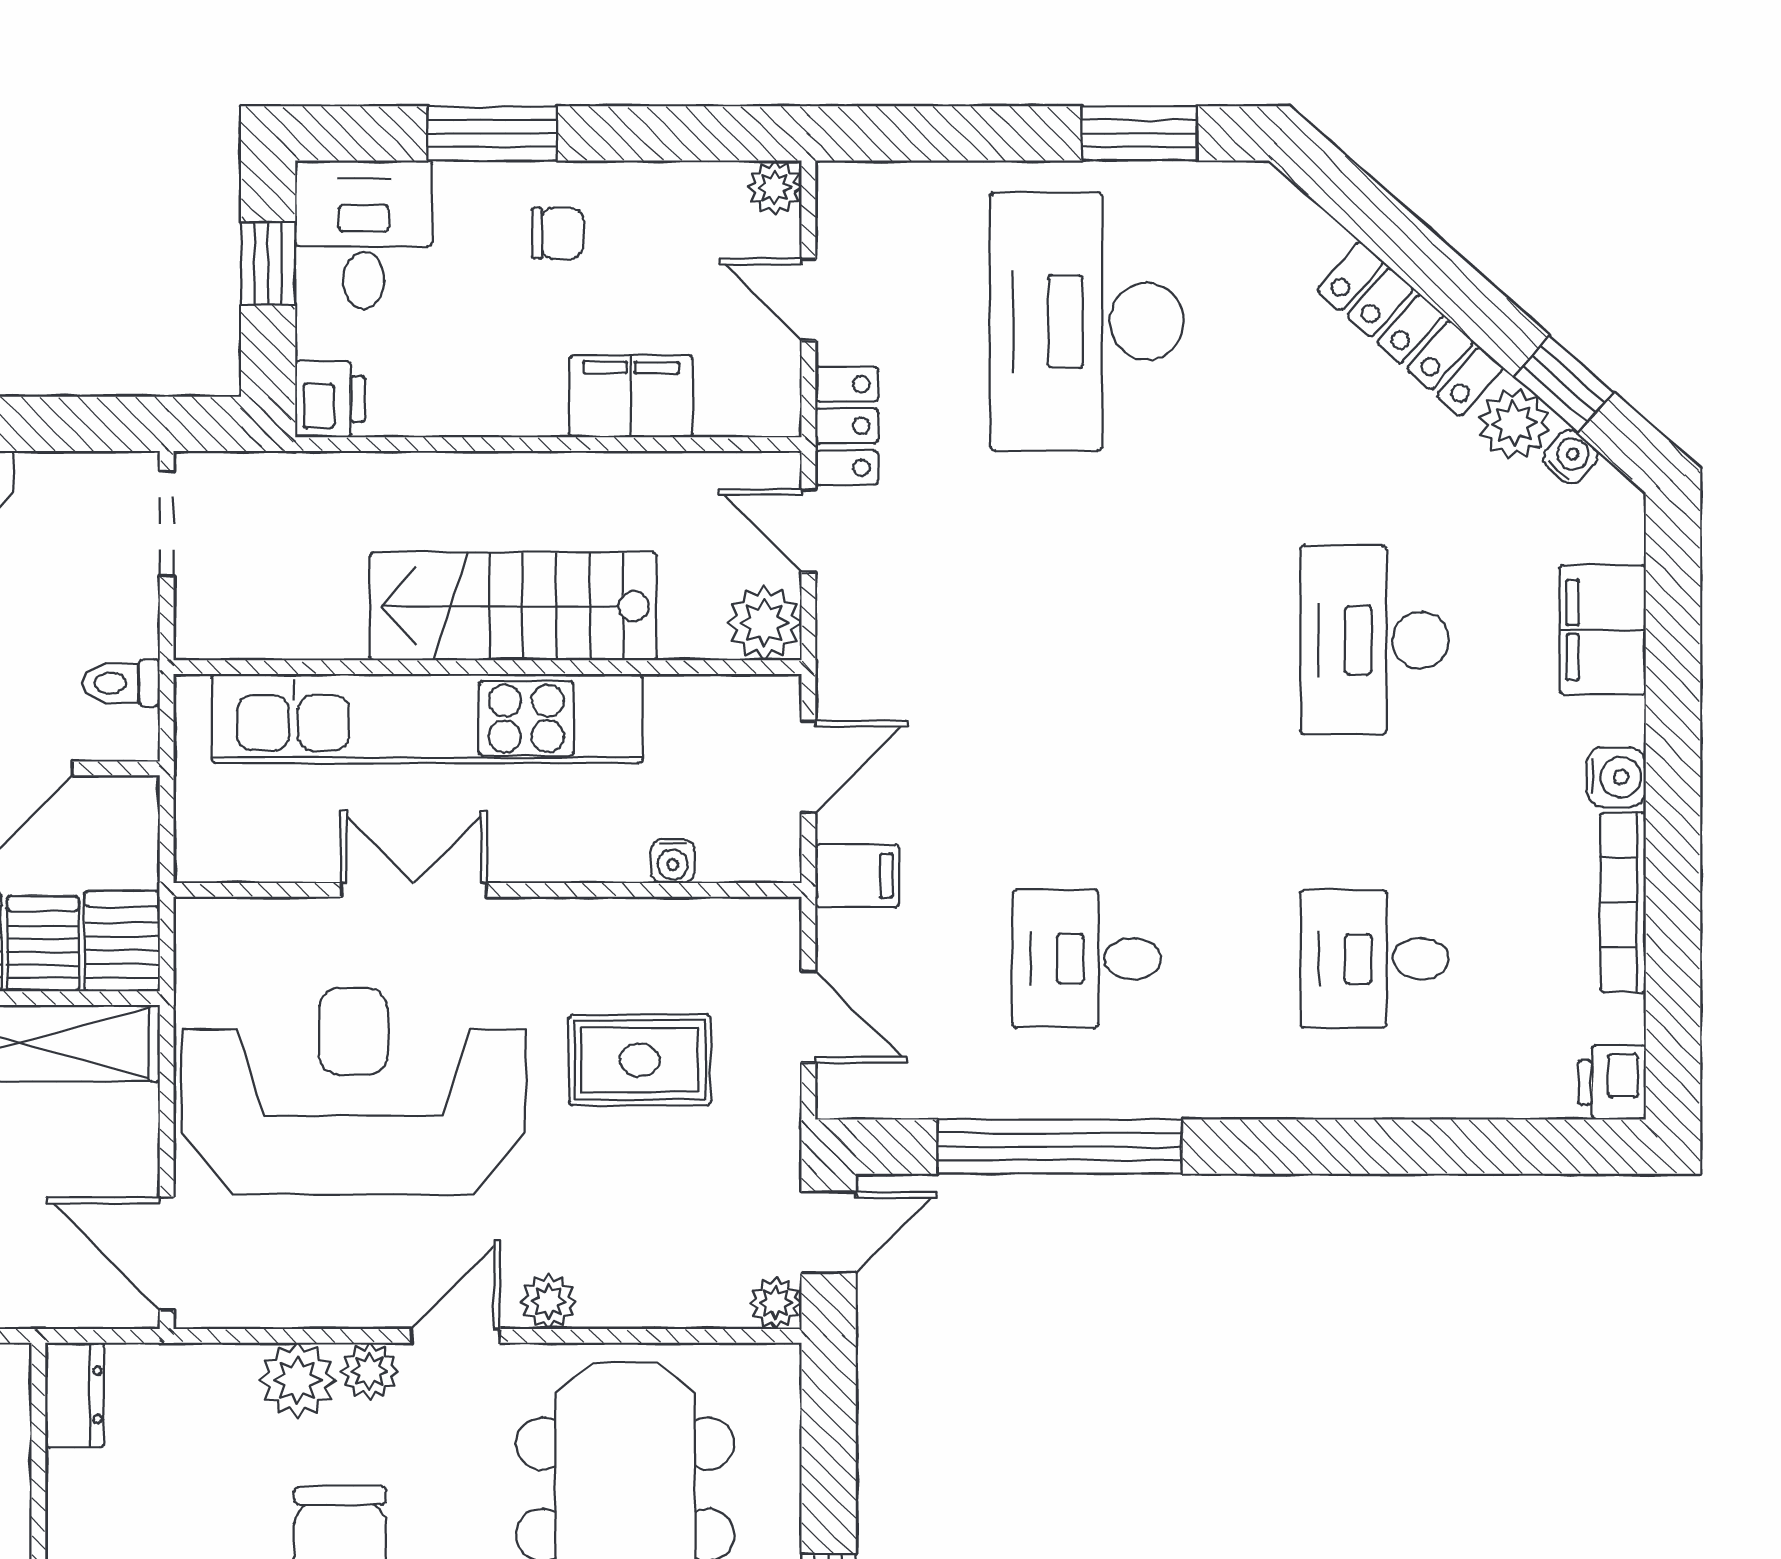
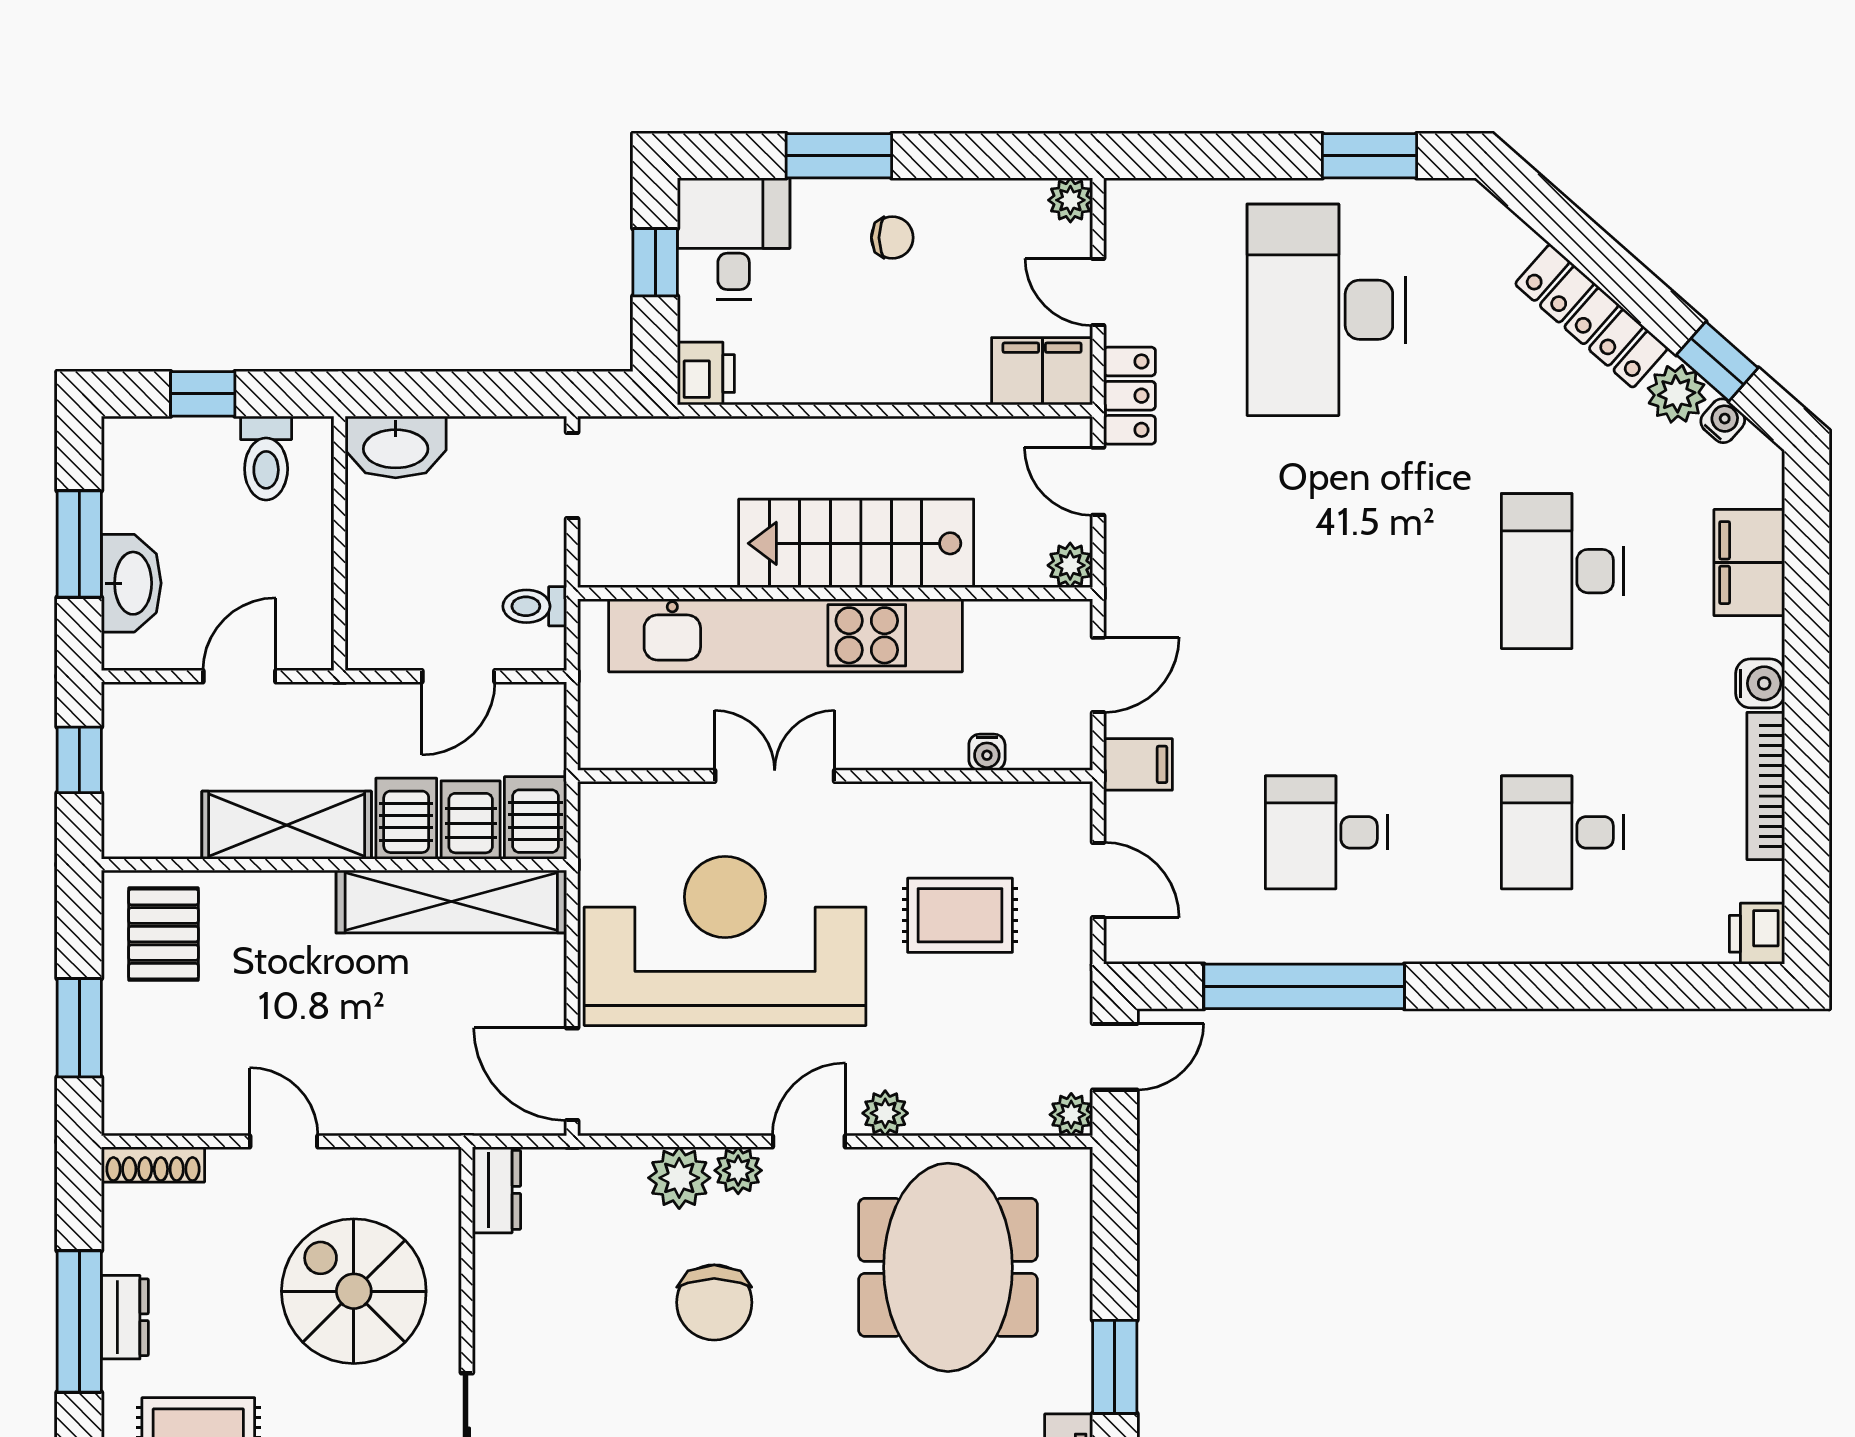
filing cabinet: (631, 396) -> (1042, 371), moved
plant: (764, 623) -> (1070, 565), width x0.73, depth x0.73

